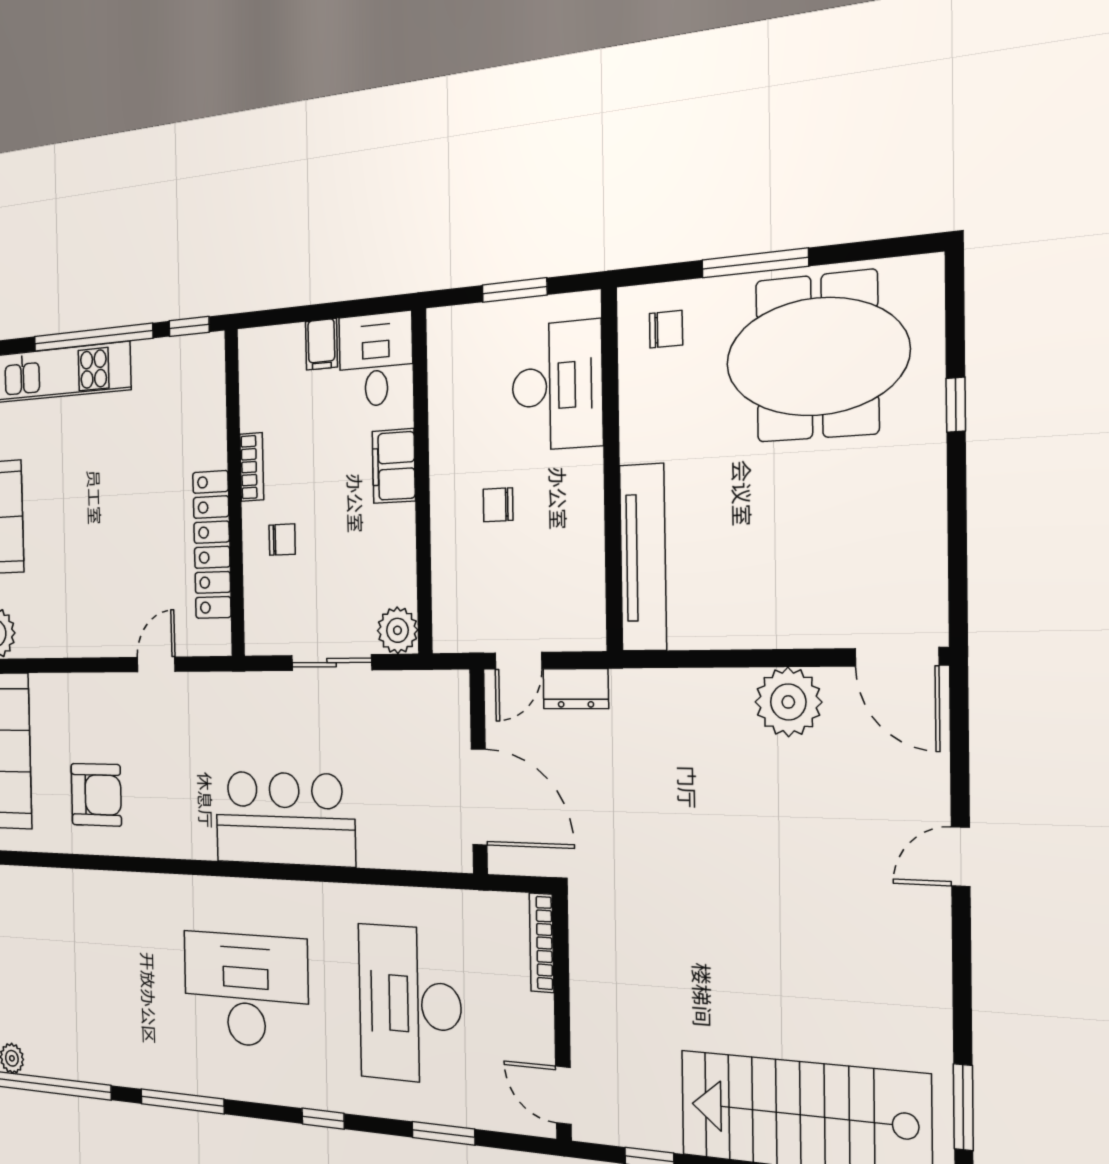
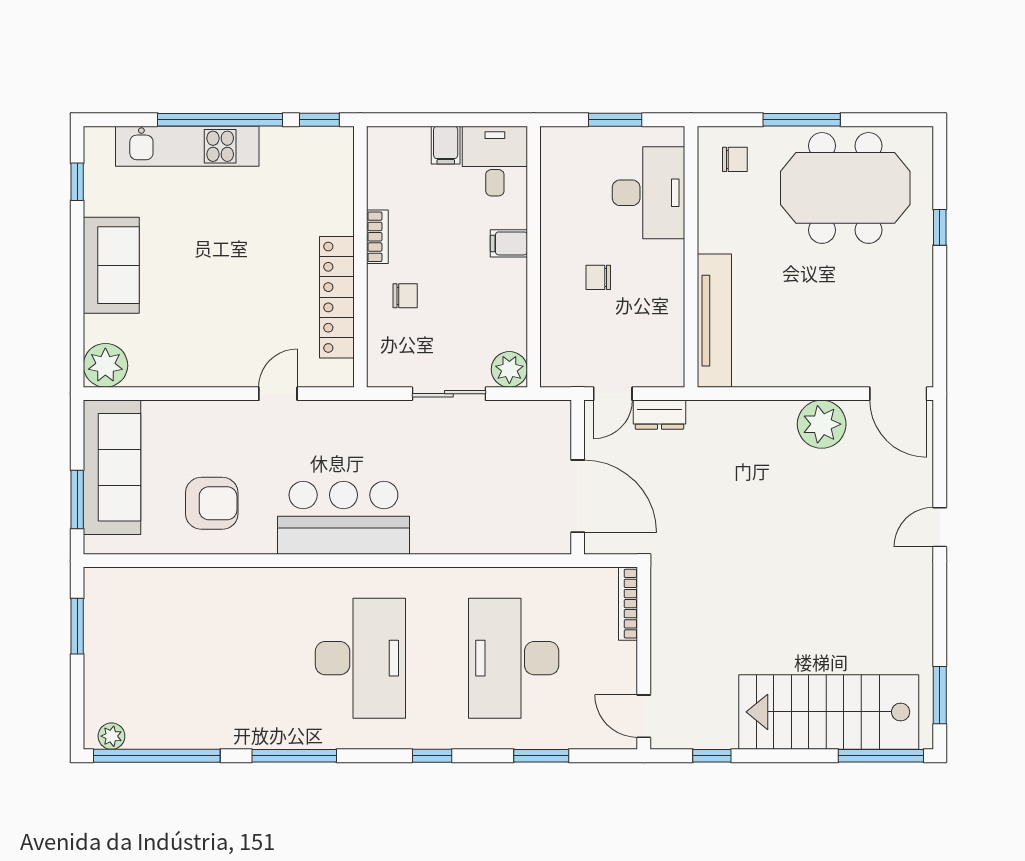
filing cabinet: (394, 466) -> (509, 243), width x0.50
bar counter: (285, 819) -> (343, 518), moved
desk: (246, 990) -> (360, 658), turned 90

